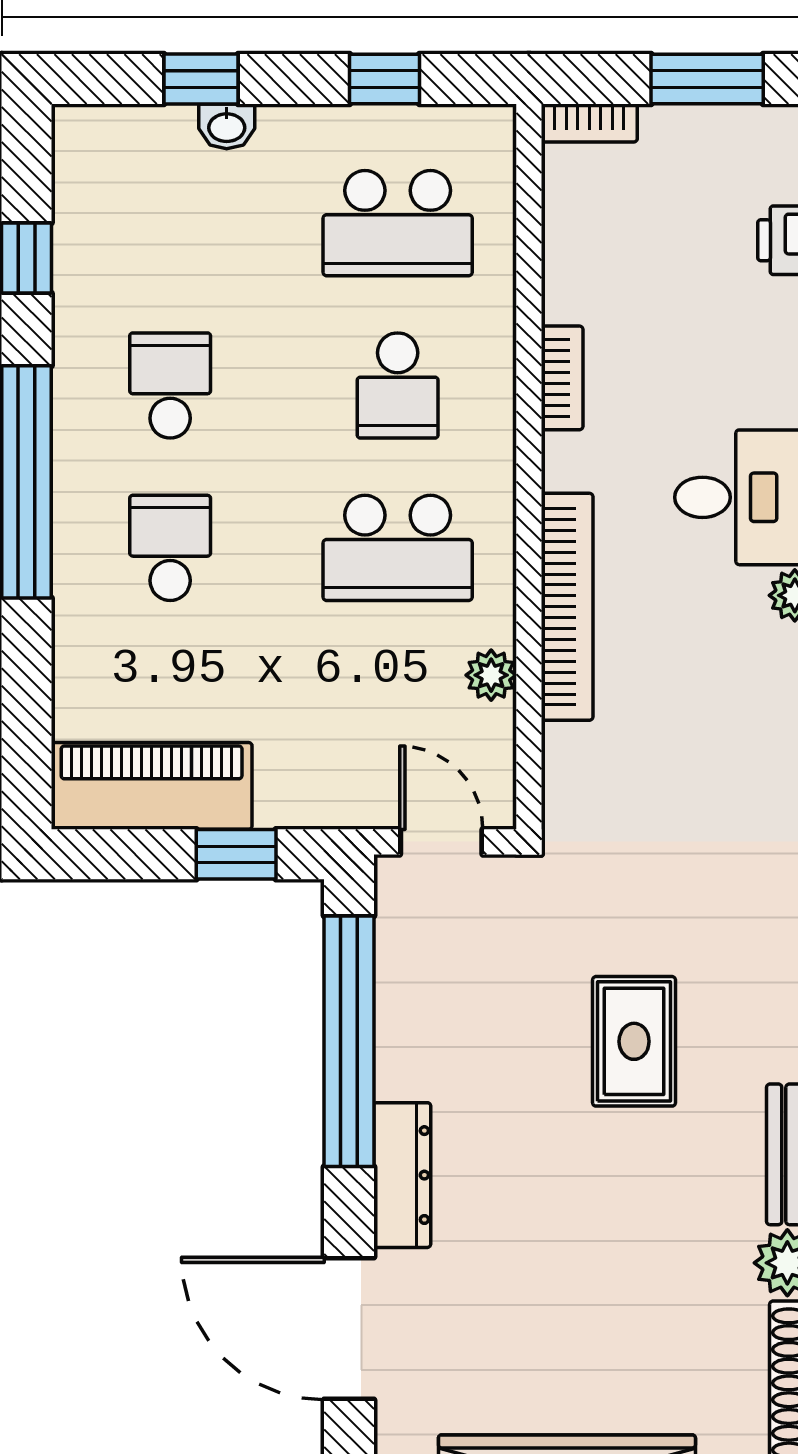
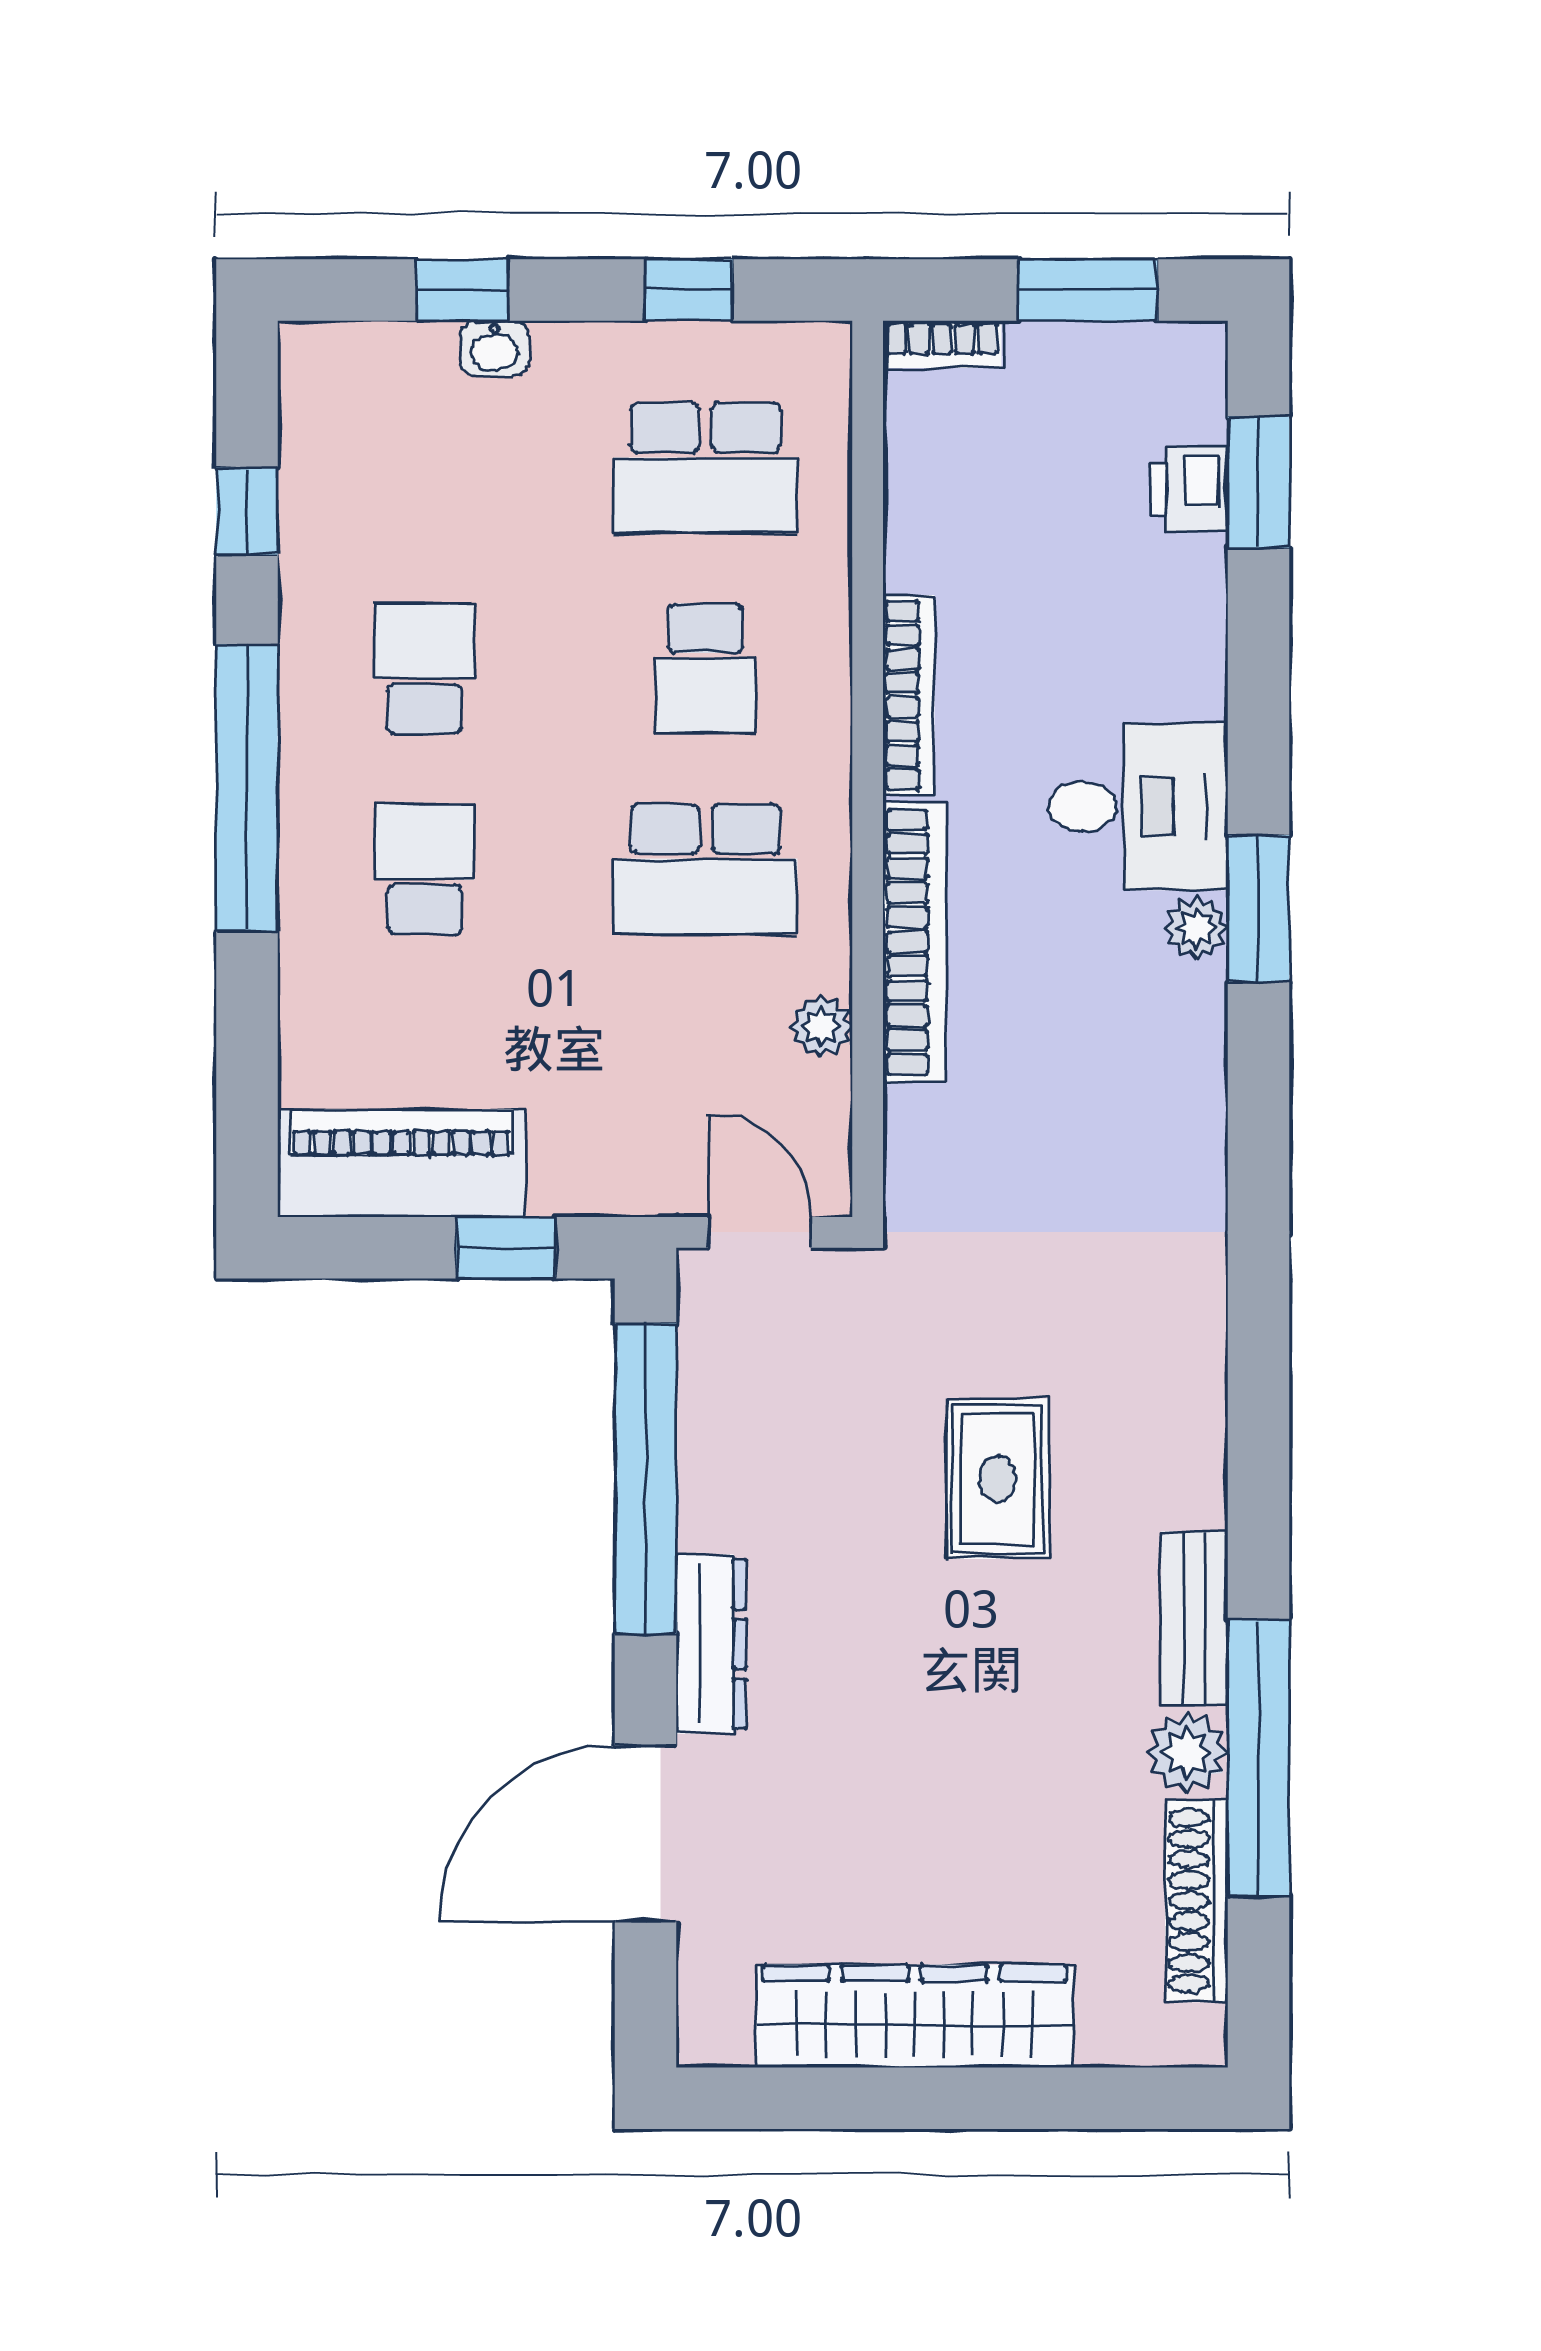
bookcase: (562, 378) -> (909, 695), width x1.56
door: (349, 1328) -> (645, 1833), hinge flipped

